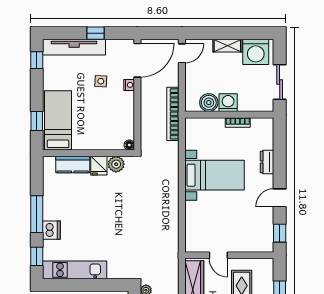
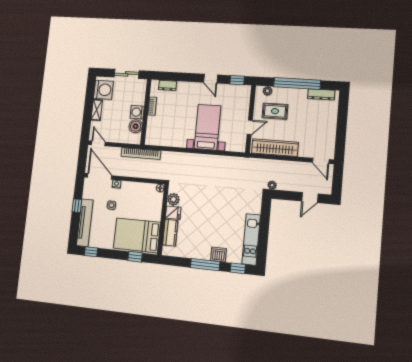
bed: (58, 120) -> (137, 235), width x1.50
dresser: (267, 162) -> (168, 85), moved
bed with nightstands: (214, 175) -> (208, 127), moved
plant: (268, 274) -> (267, 91), added

